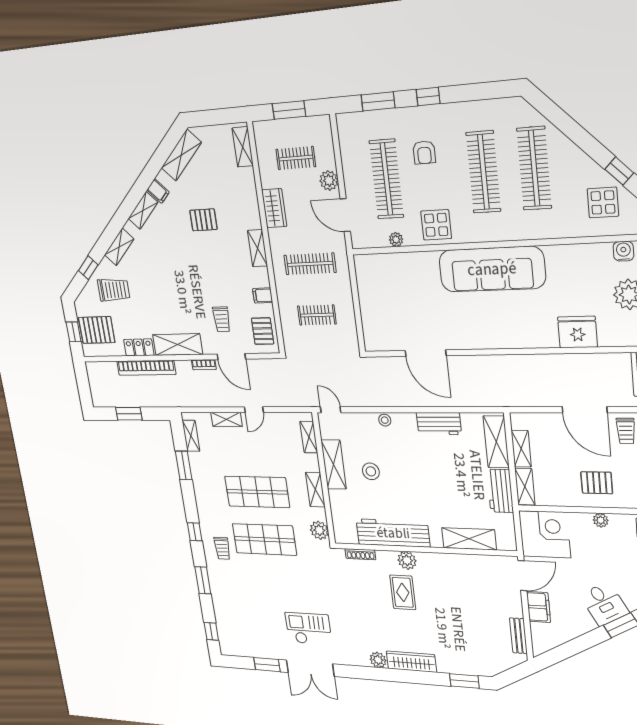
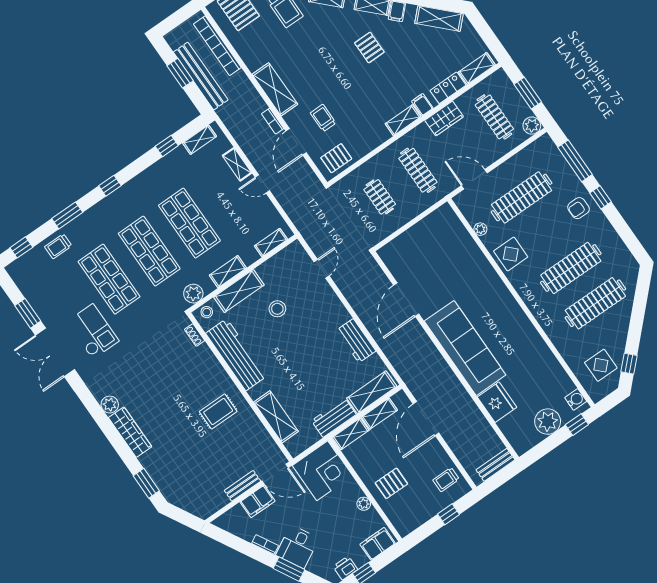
window: (378, 101) -> (575, 161), width x1.44
armchair: (424, 152) -> (578, 208), moved
clothes rail: (296, 158) -> (494, 117), width x1.36
plant: (329, 180) -> (532, 126), moved
door: (345, 215) -> (474, 179), hinge flipped
pallet: (203, 220) -> (369, 48), moved
sofa: (492, 269) -> (465, 348), moved, turned 180
filing cabinet: (263, 295) -> (422, 105), moved
trolley: (222, 319) -> (323, 118), turned 90
locker: (139, 347) -> (448, 88), moved, turned -90
bookcase: (146, 368) -> (217, 46), moved
bench: (139, 399) -> (201, 76), added
door: (331, 410) -> (322, 269), moved
door: (584, 410) -> (426, 418), moved
stool: (385, 420) -> (207, 312), moved
window: (184, 465) -> (167, 146), width x0.67
shelving: (334, 465) -> (239, 291), moved
pallet: (597, 483) -> (391, 483), turned 90
trolley: (222, 548) -> (58, 246), moved
shoe rack: (360, 554) -> (195, 335), width x0.70
plant: (407, 560) -> (220, 379), removed
shop shelf: (271, 586) -> (109, 279), added
rug: (403, 592) -> (218, 411), moved
bookcase: (584, 628) -> (265, 544), added
bench: (518, 636) -> (243, 486), moved

